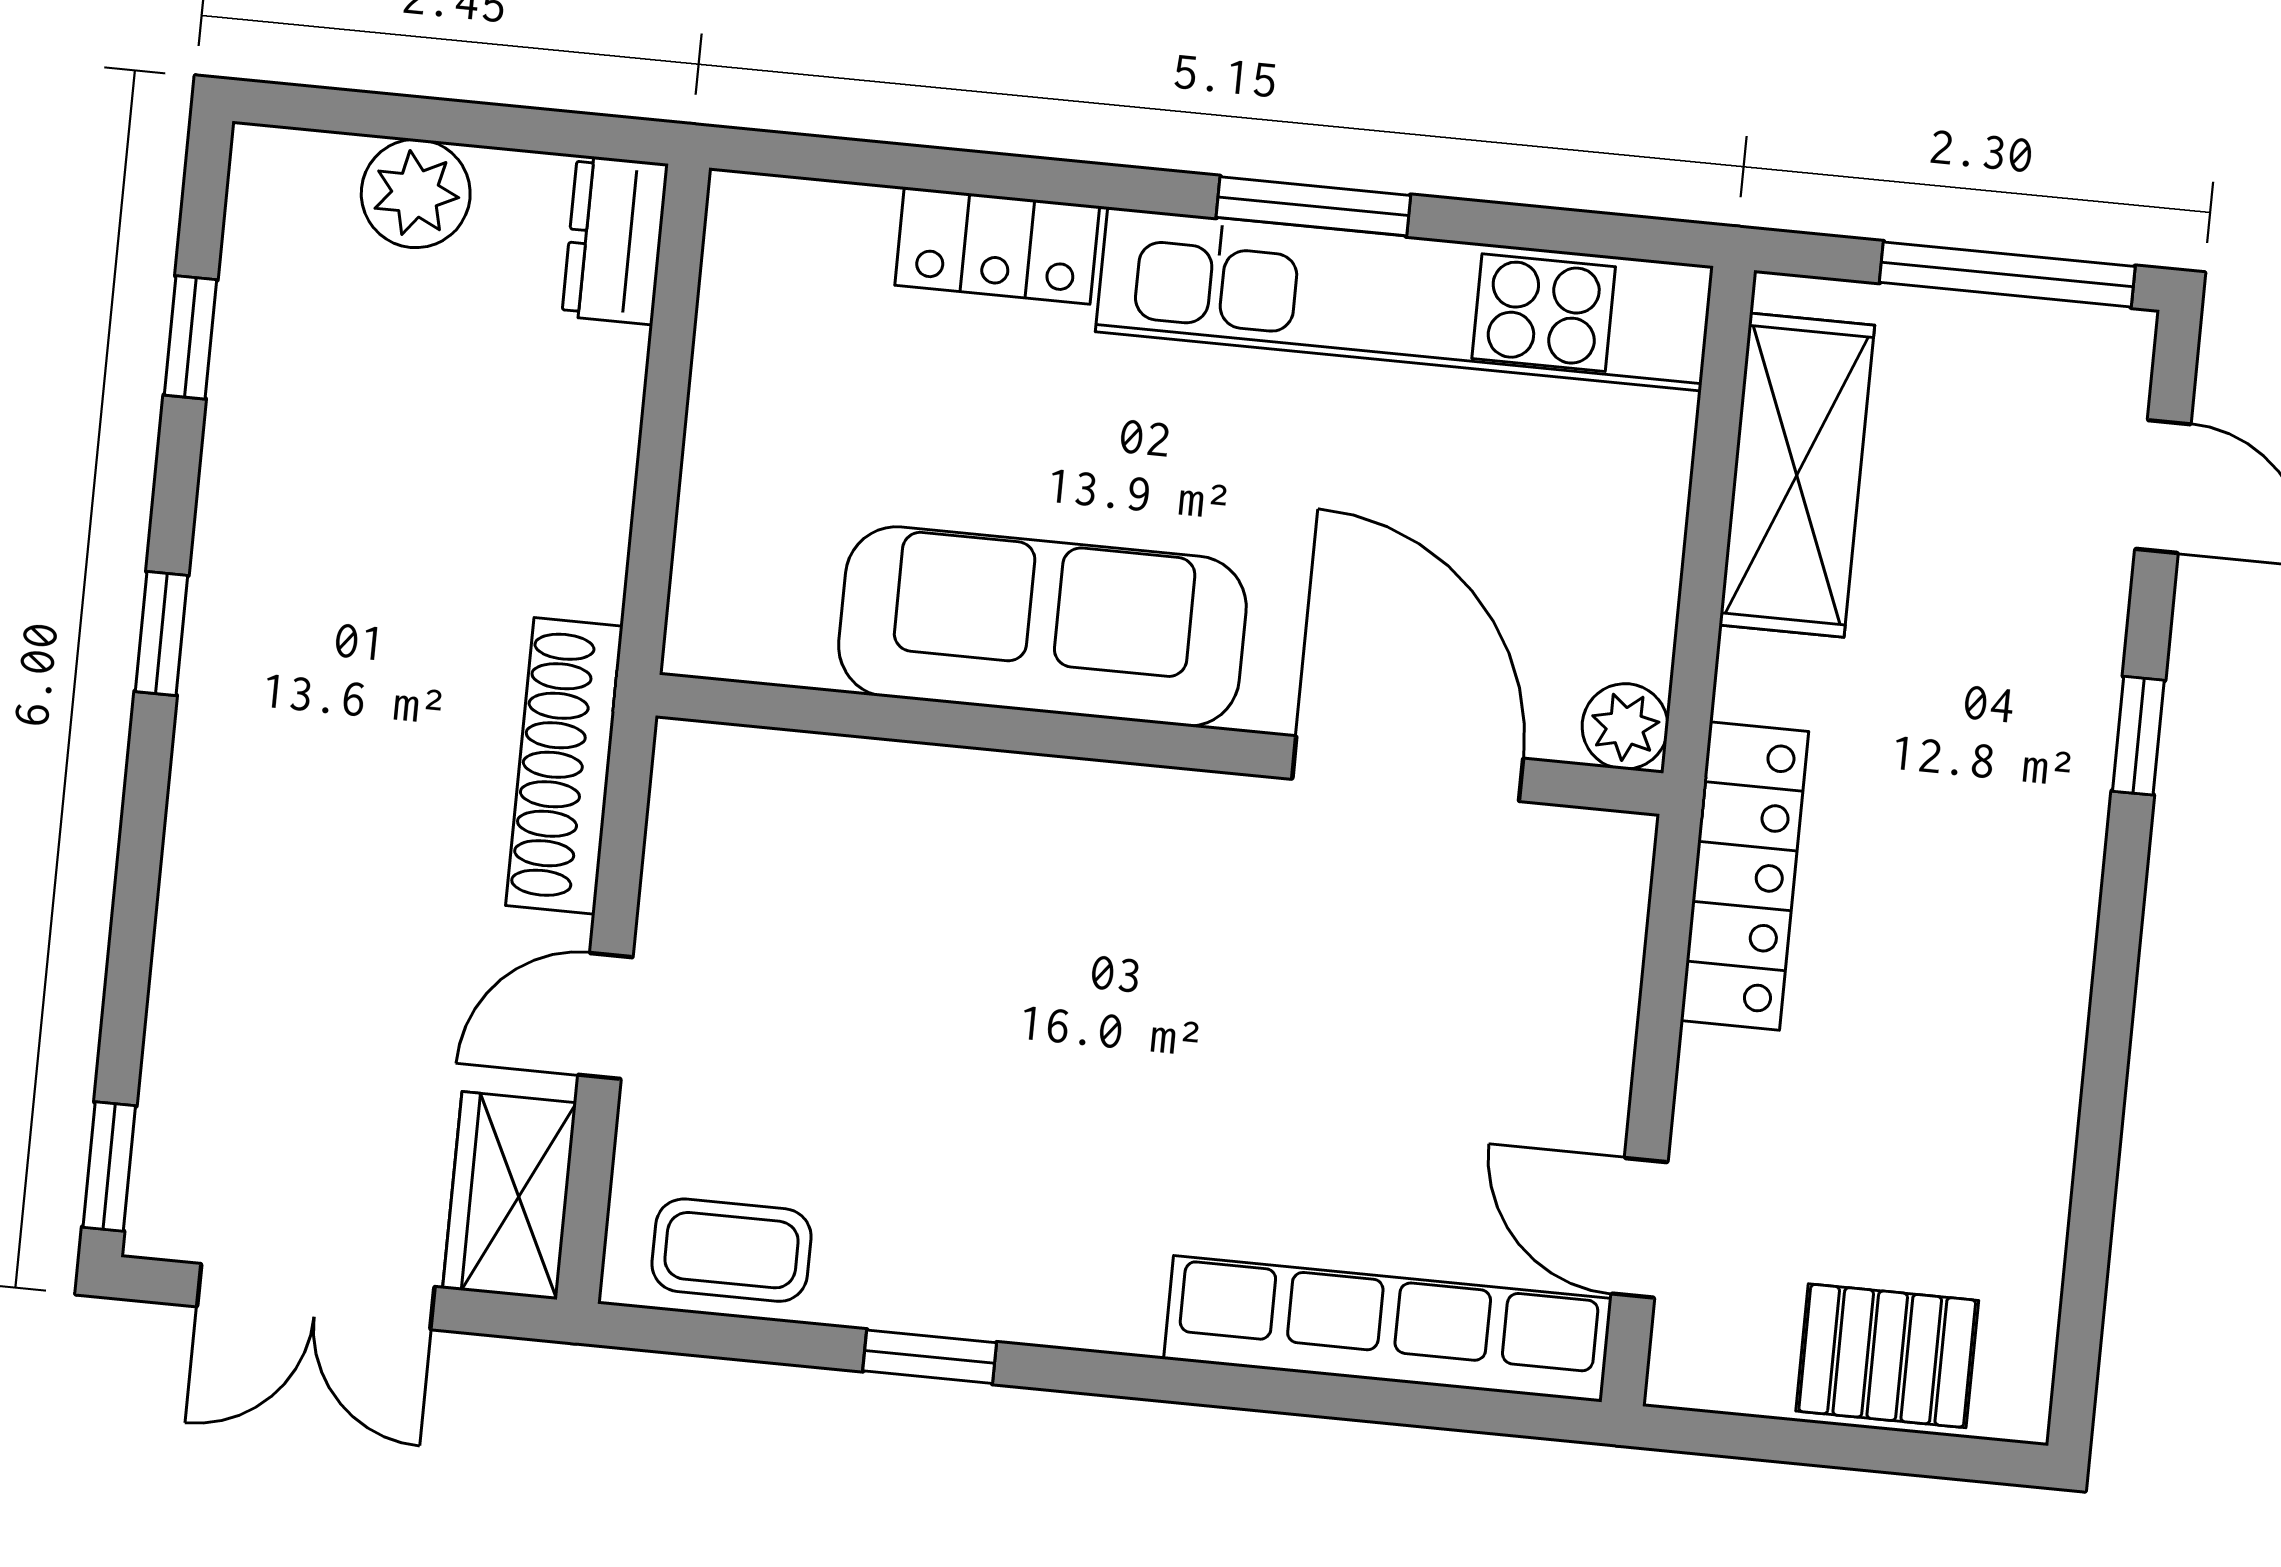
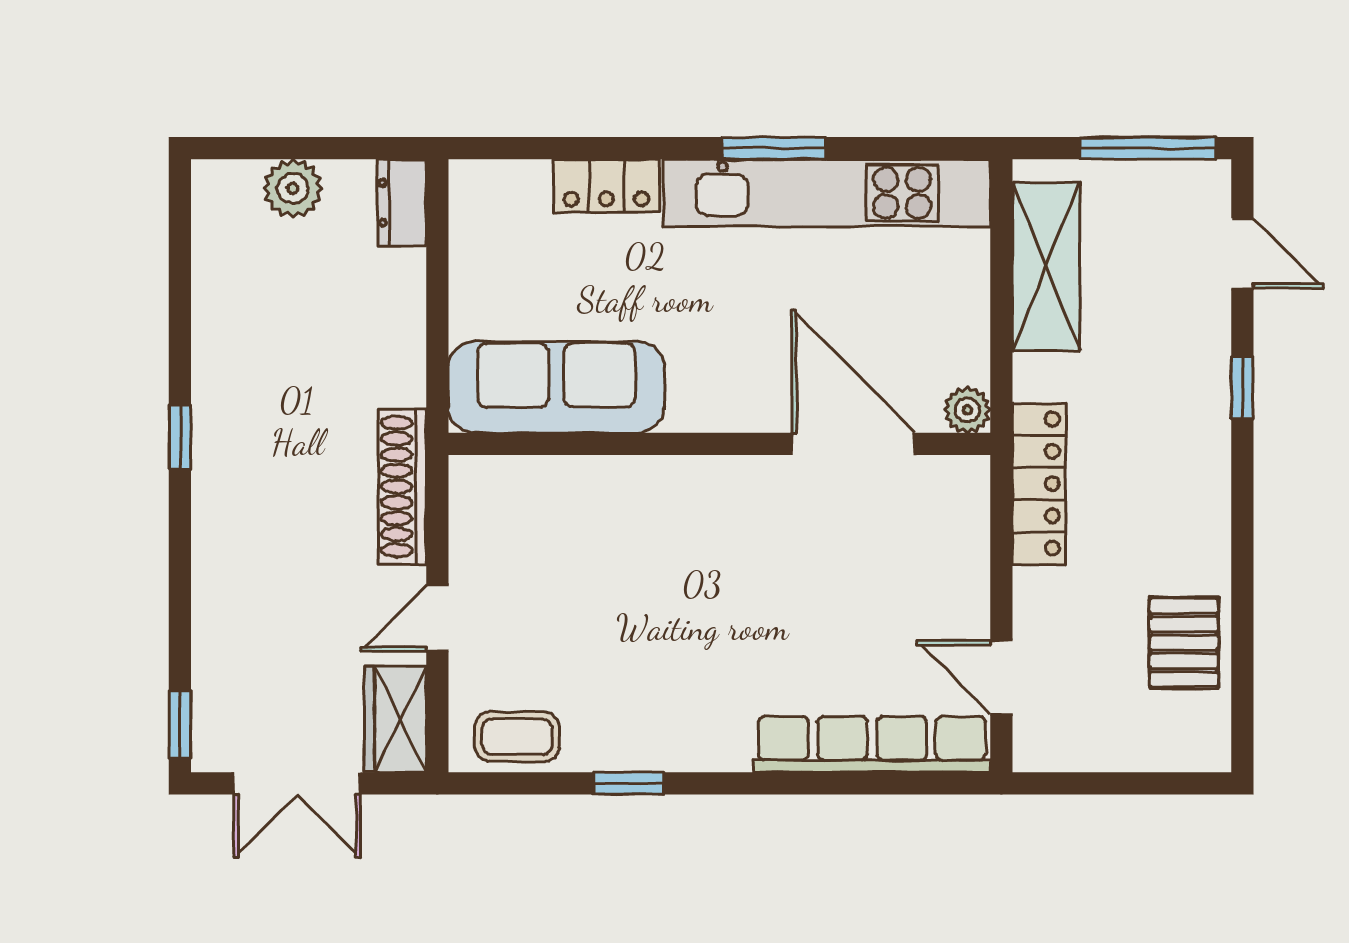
window: (191, 337) -> (180, 277), removed
sofa: (1042, 627) -> (556, 387), moved
pallet: (1887, 1356) -> (1184, 643), moved, turned 90

